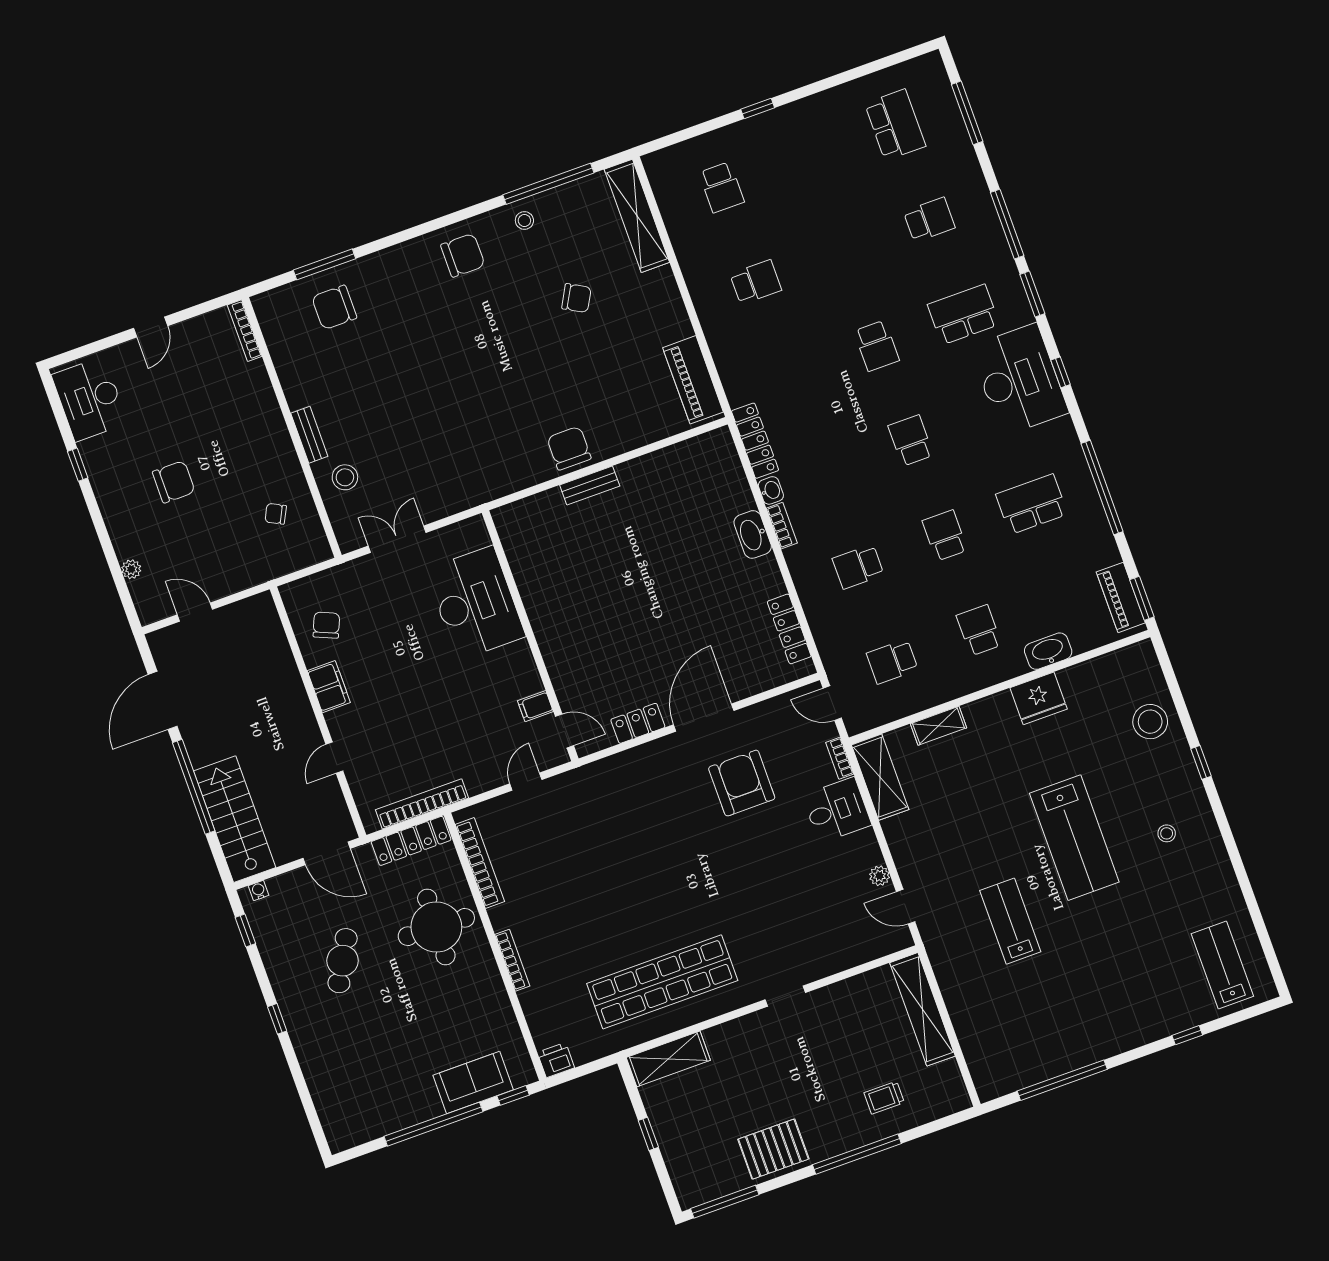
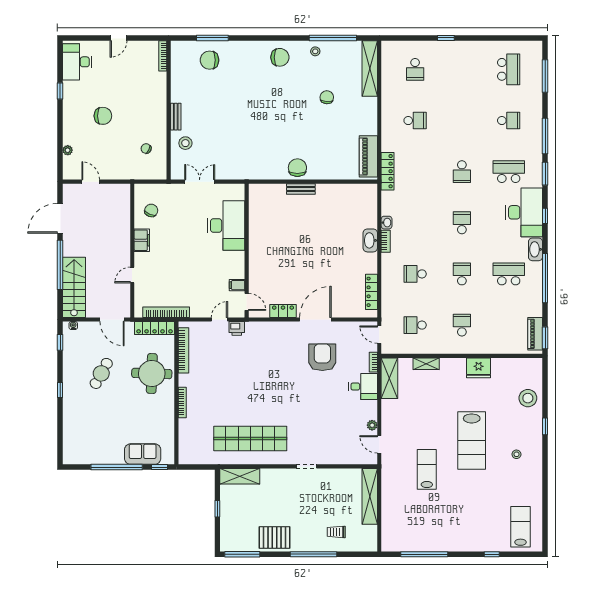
chair: (576, 298) -> (327, 97), turned -115
locker: (755, 441) -> (388, 171), moved
washbasin: (1048, 651) -> (536, 249), moved, turned -90
printer: (556, 1060) -> (237, 328), moved, turned 180

